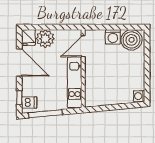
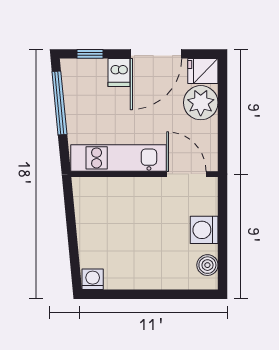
boiler: (132, 40) -> (207, 265), width x0.54, depth x0.54
dishwasher: (29, 102) -> (119, 73), moved

